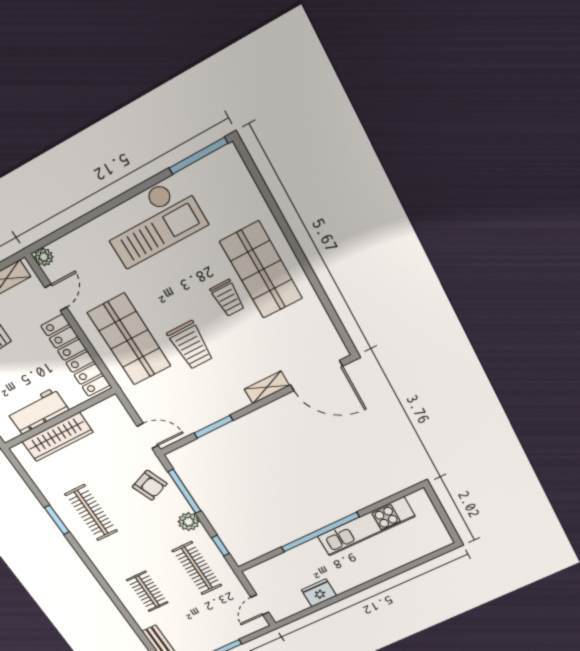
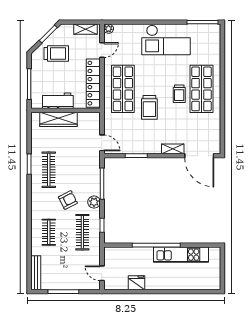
armchair: (150, 485) -> (68, 200), moved, turned -95
door: (260, 605) -> (102, 273), hinge flipped

